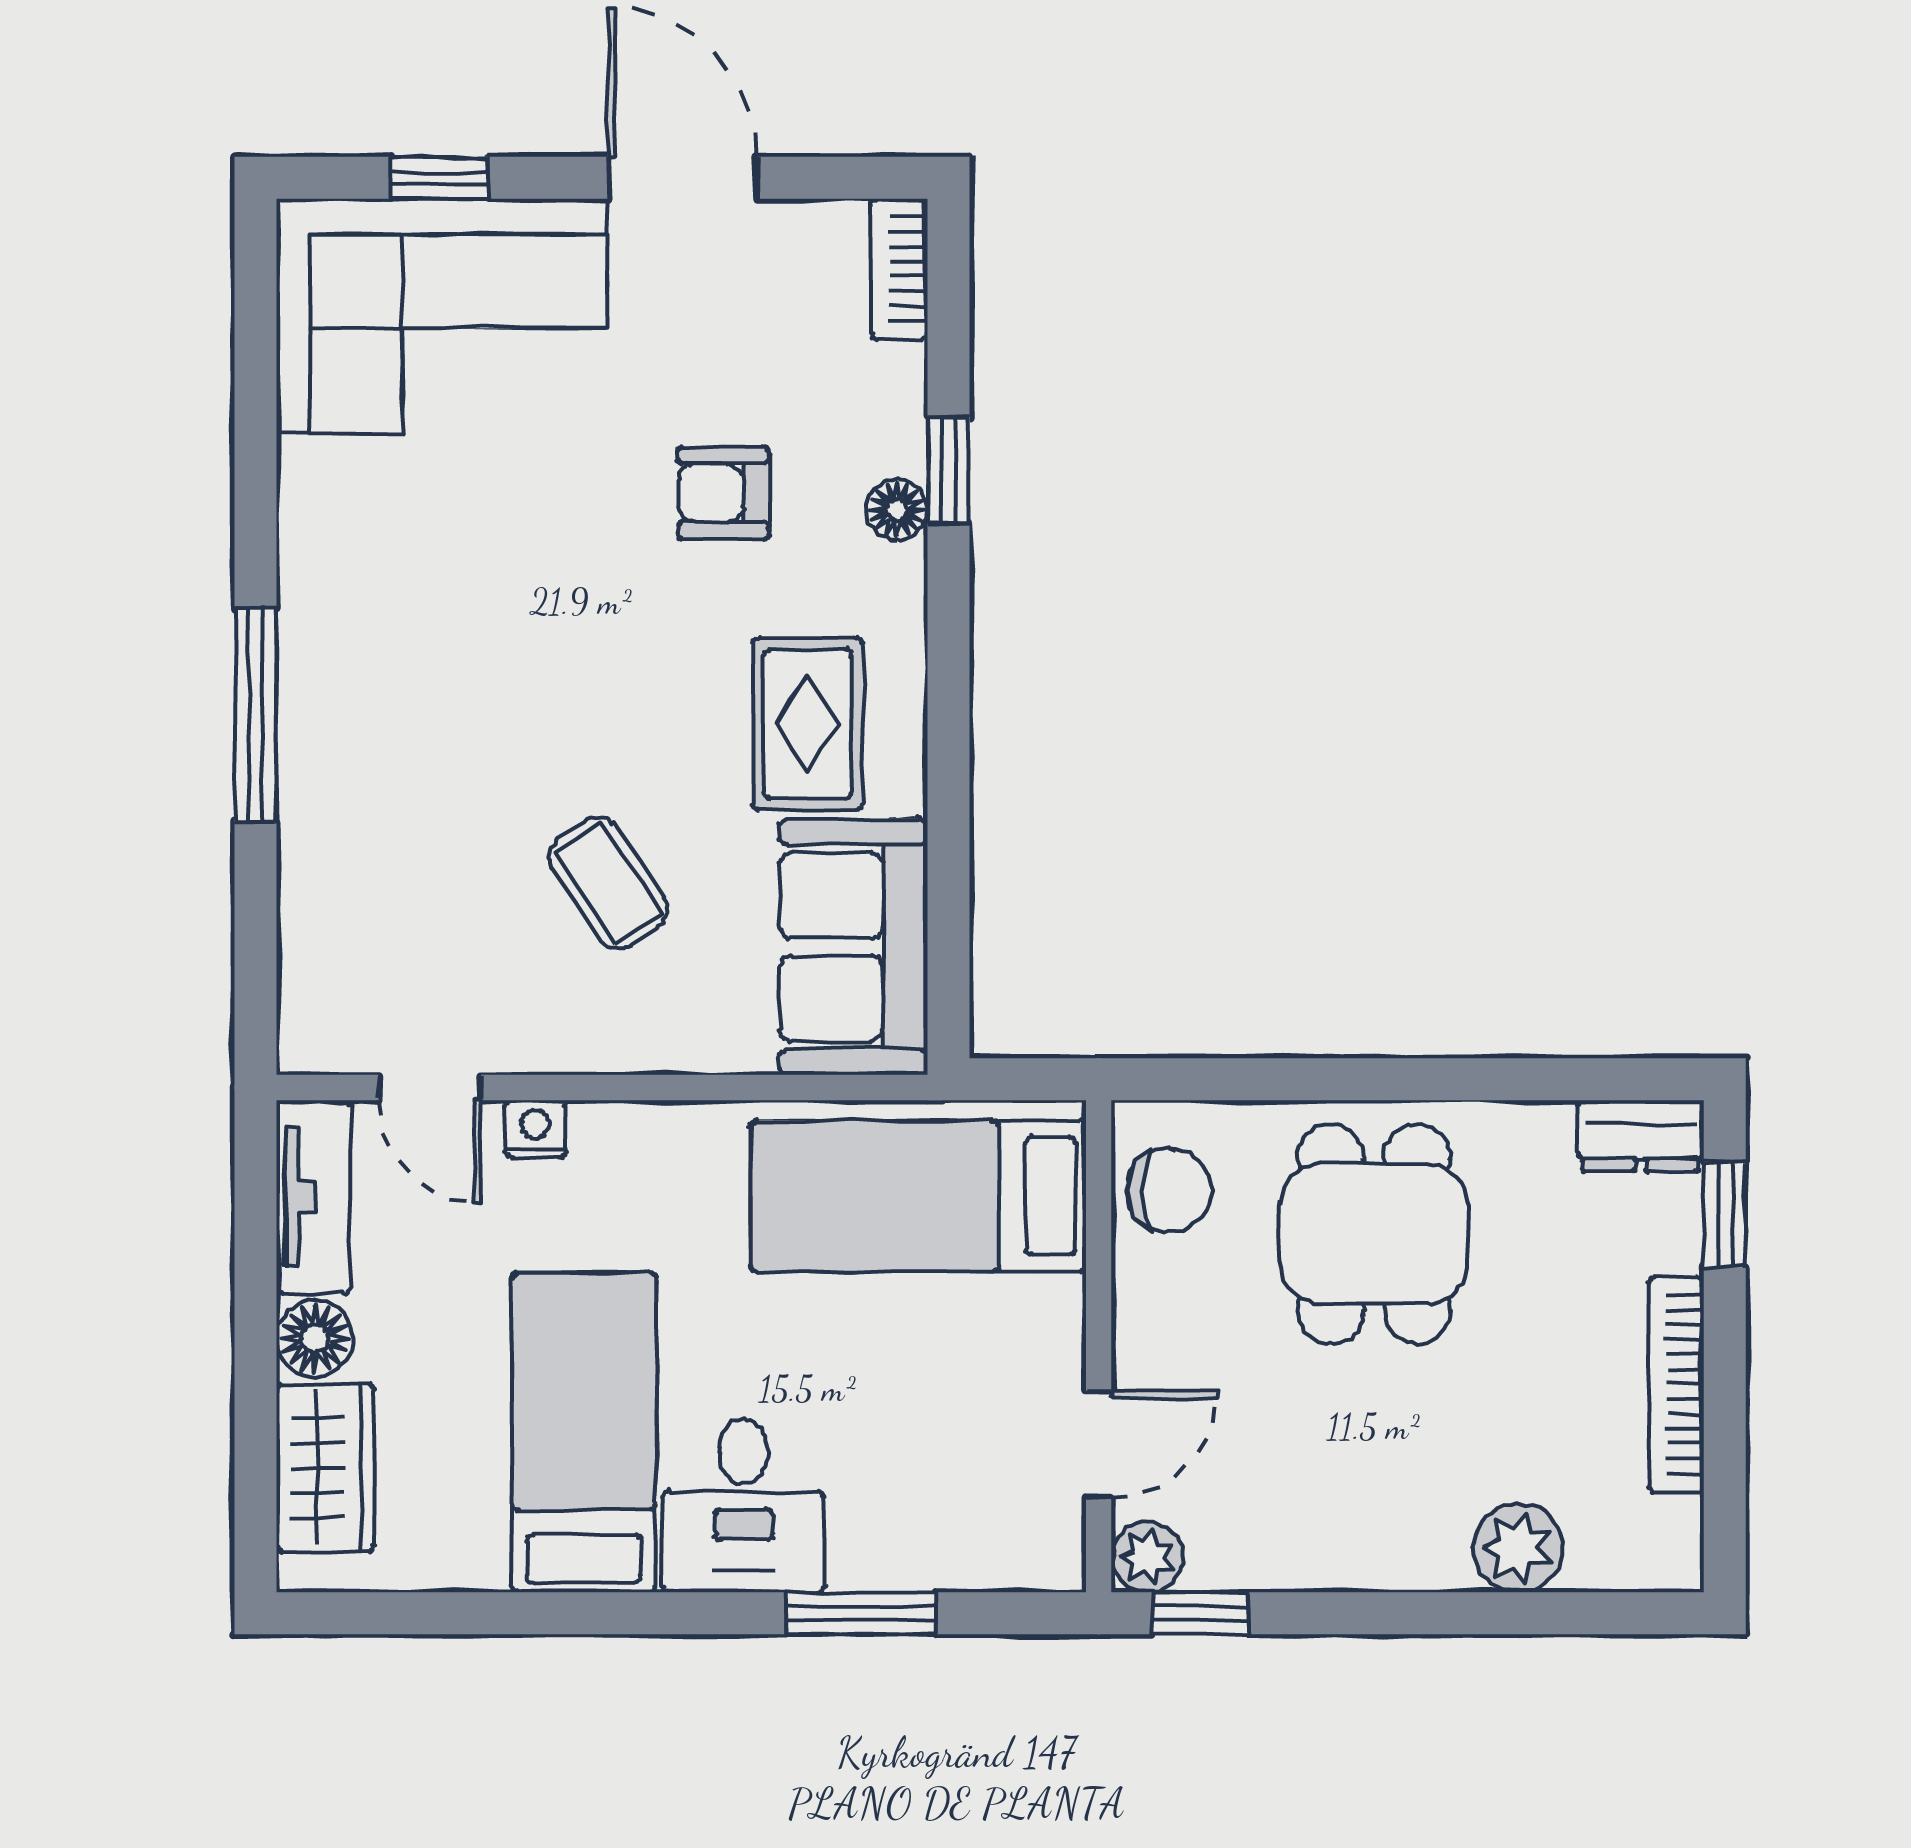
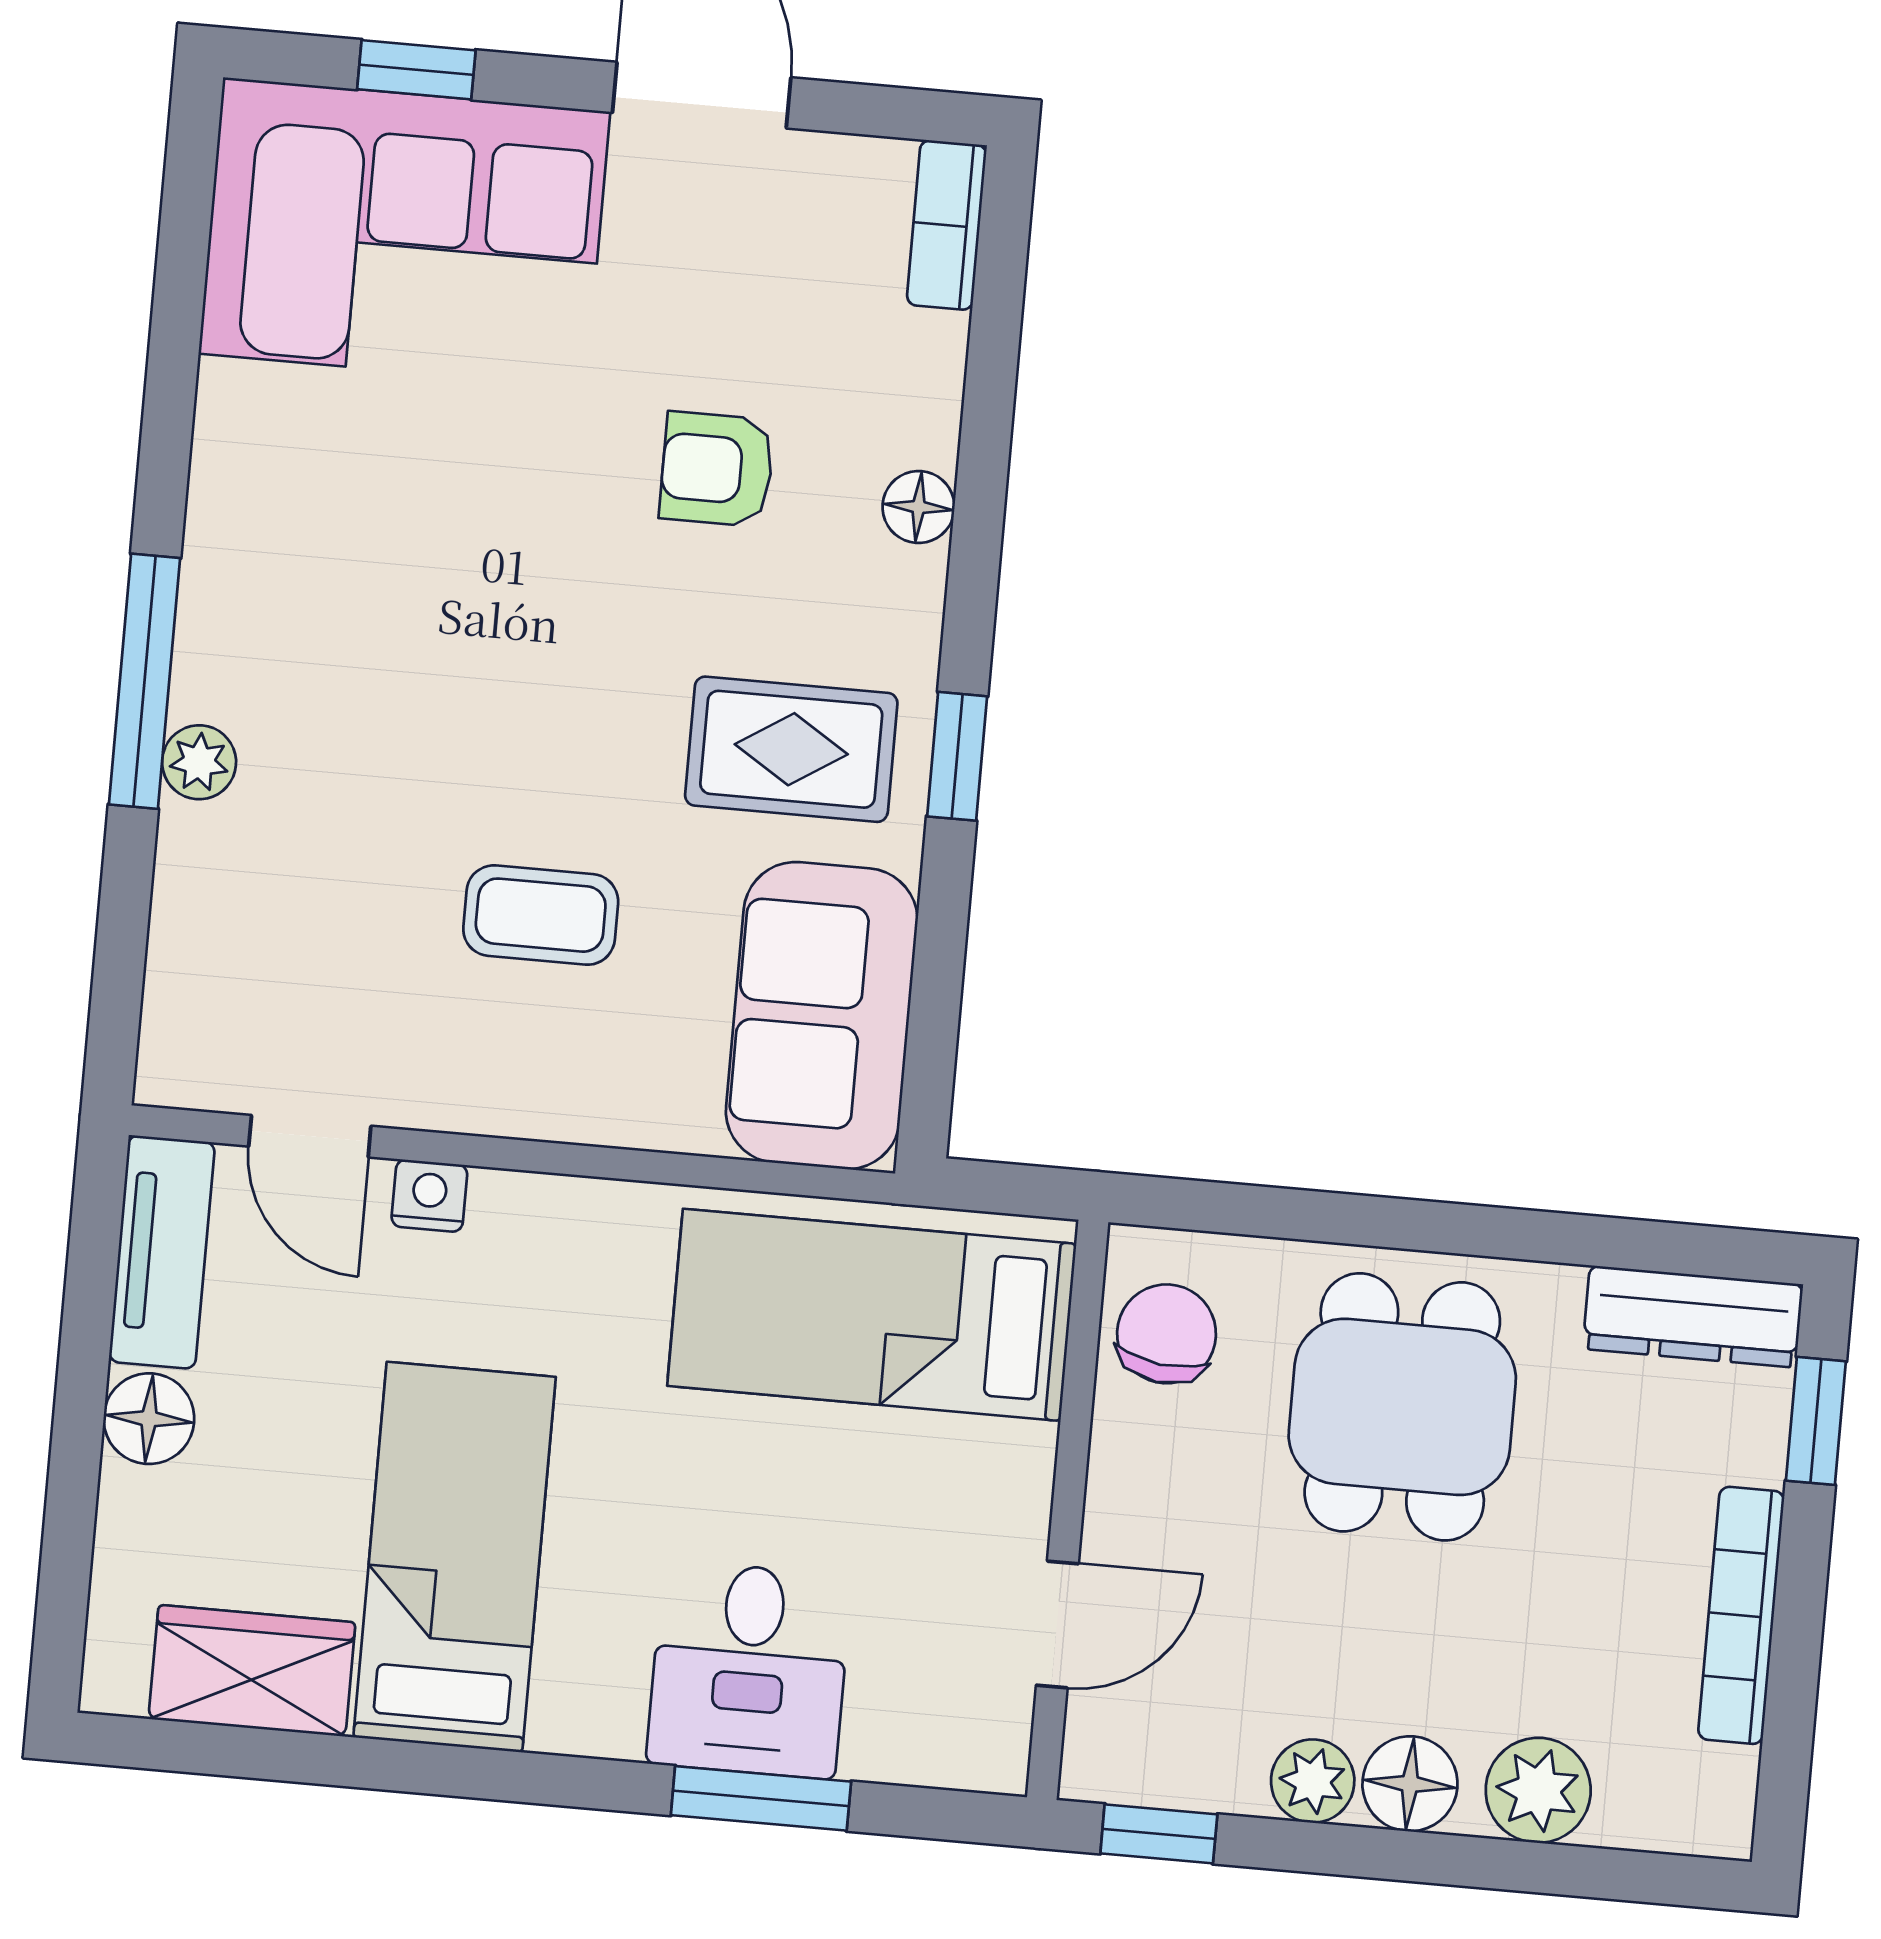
window: (948, 470) -> (957, 756), moved
rug: (808, 724) -> (791, 749), turned 90
plant: (308, 780) -> (199, 762), added
coffee table: (608, 883) -> (541, 915), turned -56
dresser: (1641, 1136) -> (1693, 1317), width x1.44
chair: (1169, 1190) -> (1166, 1334), turned -83
wardrobe: (325, 1468) -> (252, 1671), moved, turned -90
desk: (743, 1505) -> (749, 1670), moved
floor lamp: (1409, 1552) -> (1410, 1784), added
plant: (1148, 1557) -> (1313, 1781), moved

